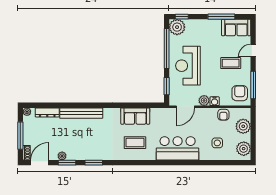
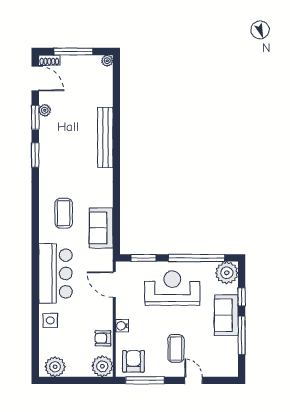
window: (182, 17) -> (242, 297), moved
sofa: (236, 27) -> (226, 315), moved
armchair: (240, 93) -> (133, 361), turned -90
plant: (204, 101) -> (123, 311), removed
dresser: (47, 112) -> (106, 89), removed
sofa: (135, 116) -> (101, 228), moved
plant: (243, 126) -> (102, 366), moved
side table: (217, 143) -> (50, 320), moved

